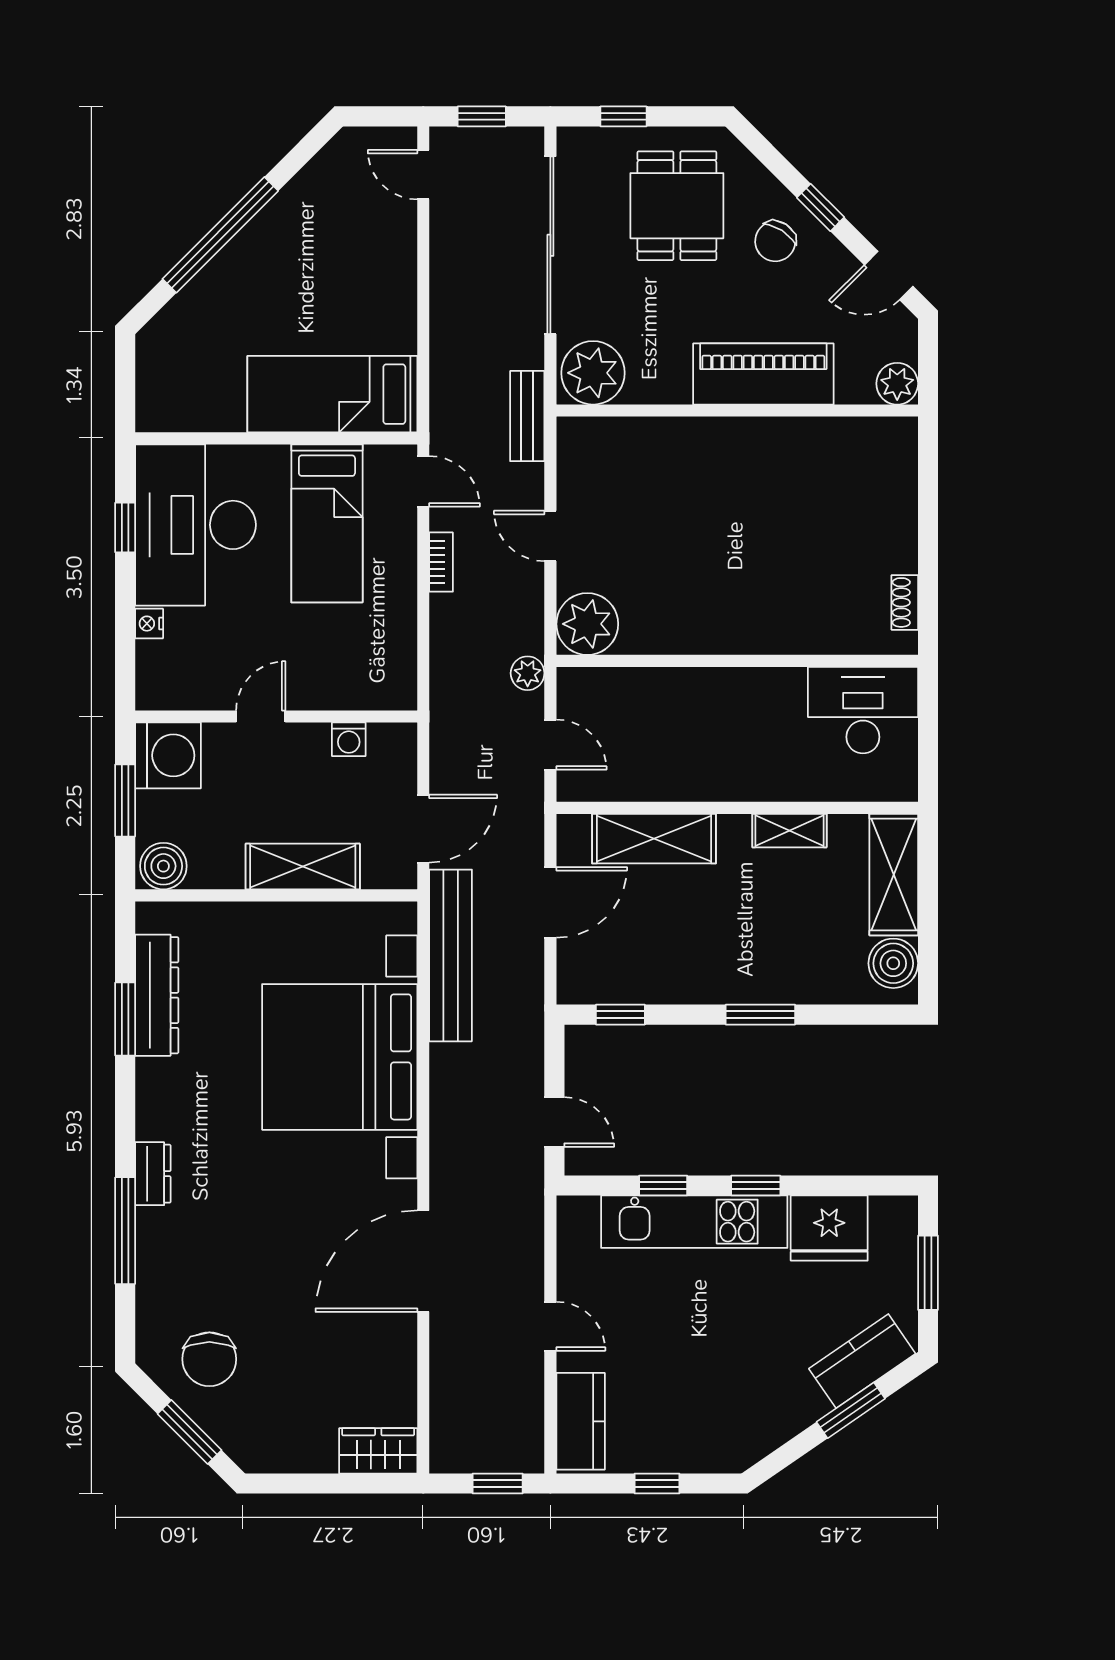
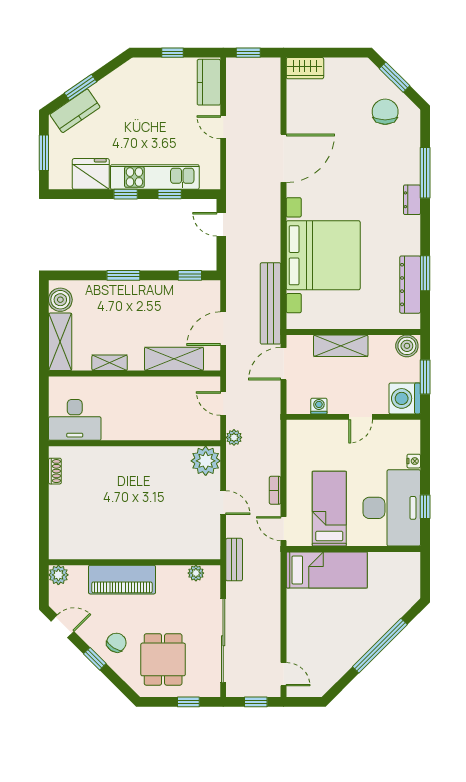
plant: (593, 373) -> (196, 573), width x0.53, depth x0.53

